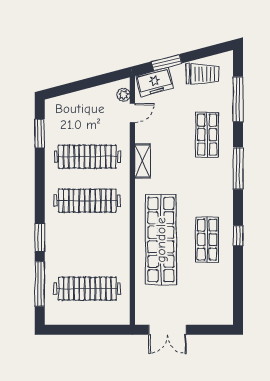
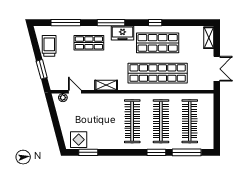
freezer: (155, 82) -> (122, 33), moved, turned 105
display table: (59, 119) -> (79, 140), added
clothes rail: (87, 157) -> (161, 121), moved
shop shelf: (207, 240) -> (158, 43), width x1.43, depth x1.36
shelving: (215, 318) -> (209, 38), added

